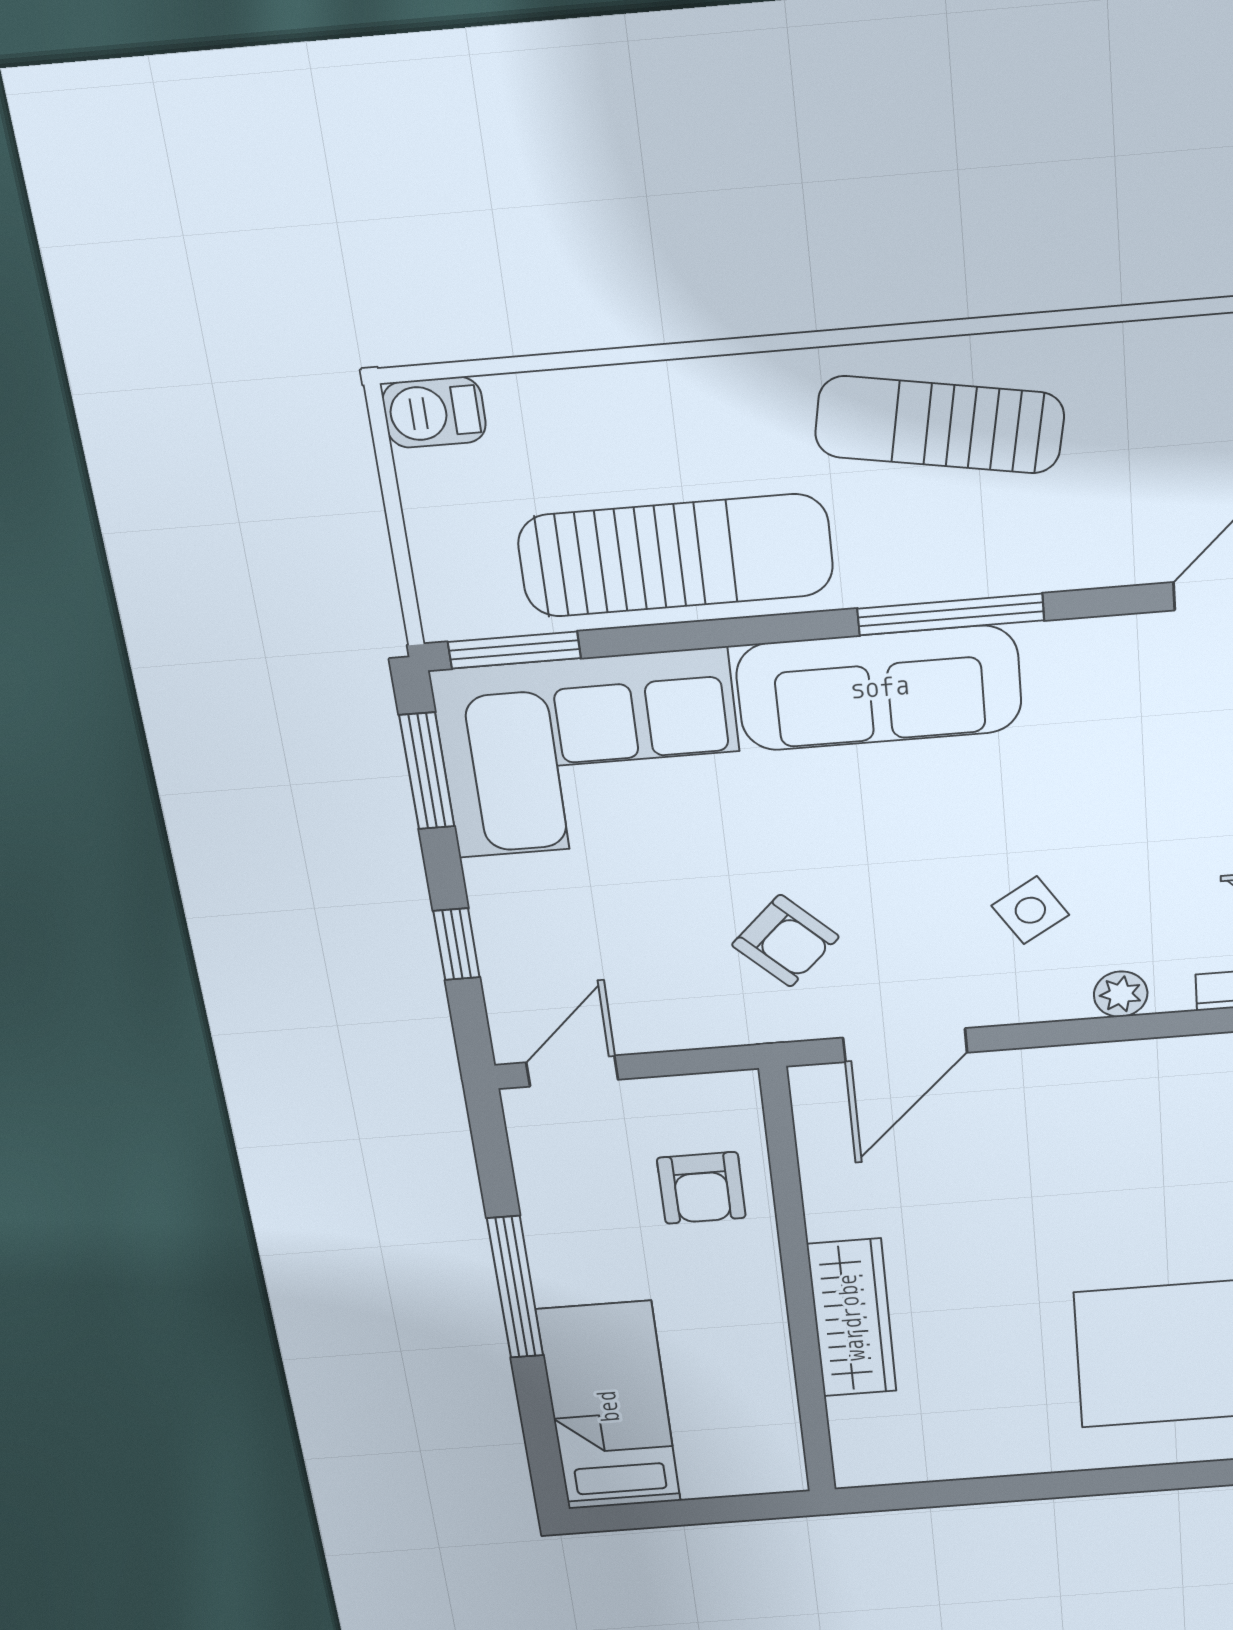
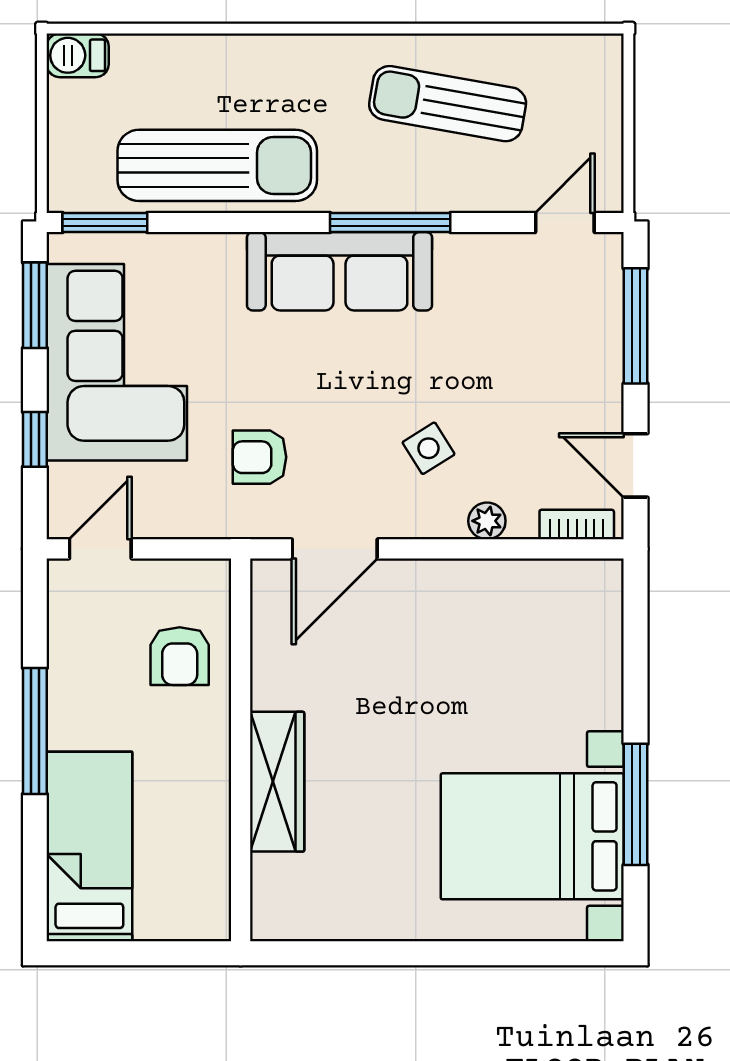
sun lounger: (940, 425) -> (448, 104), moved
corner sofa: (591, 754) -> (117, 362), moved, turned -90
armchair: (785, 941) -> (259, 457), turned 135

